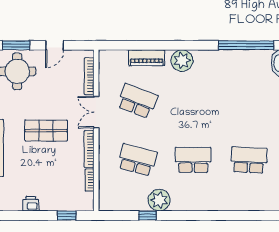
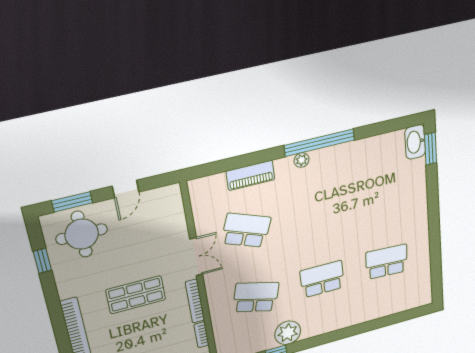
window: (246, 45) -> (319, 143), moved
plant: (182, 61) -> (302, 160), width x0.53, depth x0.53
bookcase: (89, 76) -> (180, 216), removed
double door: (96, 112) -> (196, 257), swing flipped

